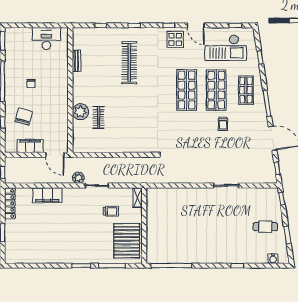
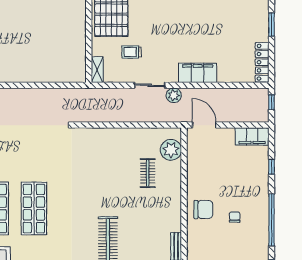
plant: (80, 112) -> (171, 150), moved
chair: (24, 117) -> (203, 210), moved, turned -105
filing cabinet: (30, 146) -> (252, 136), moved
filing cabinet: (47, 195) -> (198, 73), moved

